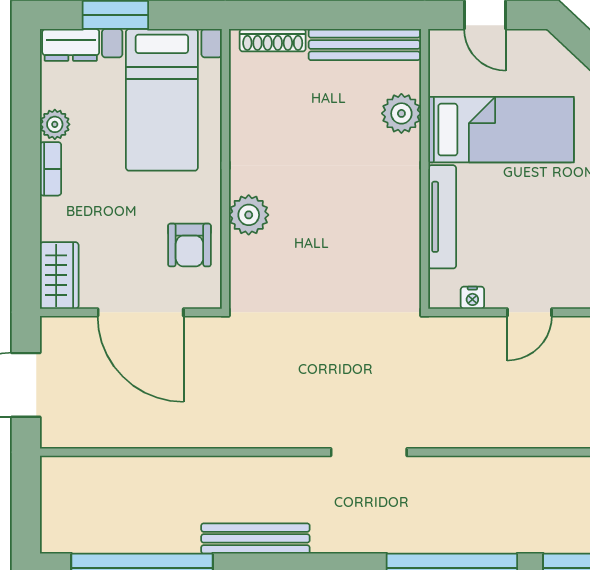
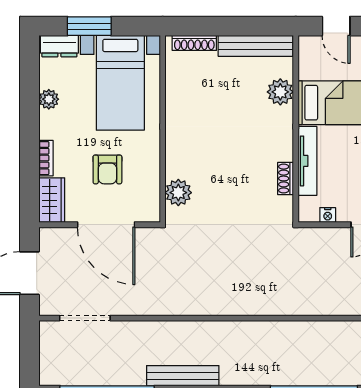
bookcase: (51, 169) -> (46, 158), moved
plant: (249, 215) -> (178, 193), moved
shoe rack: (409, 243) -> (286, 178), added
armchair: (189, 245) -> (107, 169), moved
doorway: (369, 452) -> (85, 318), moved

